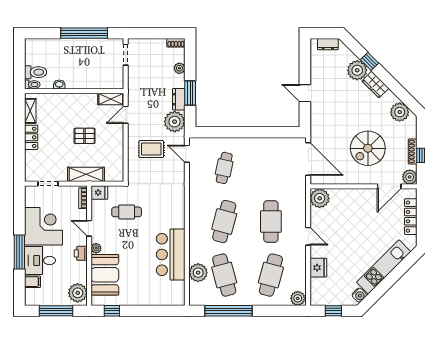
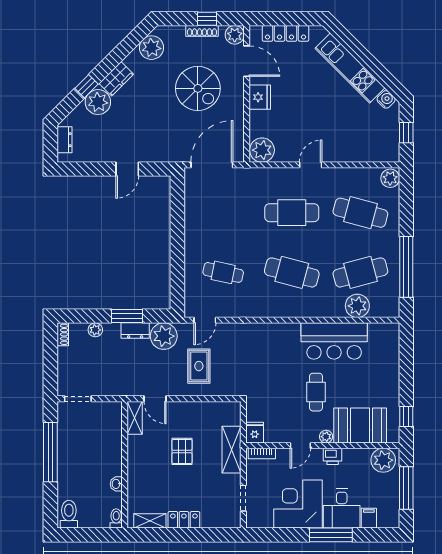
toilet: (36, 72) -> (69, 514), moved
cafe table: (127, 212) -> (316, 392), moved
fridge: (318, 268) -> (260, 97), moved, turned 90

